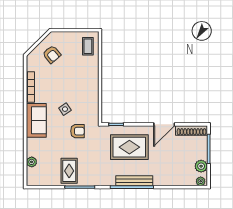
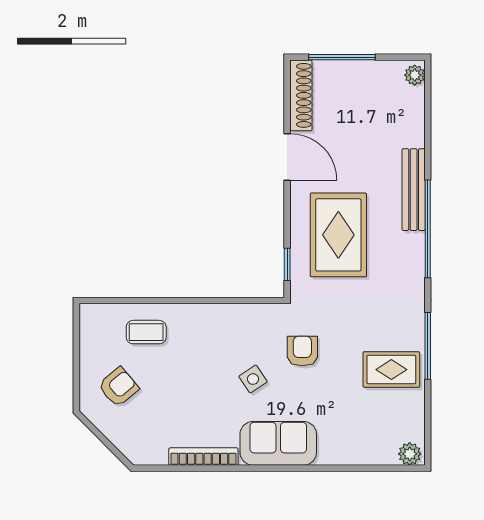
coffee table: (88, 46) -> (146, 332), moved
armchair: (52, 54) -> (118, 387), moved
plant: (32, 162) -> (410, 454), moved
plant: (201, 166) -> (381, 74), removed
bench: (134, 181) -> (414, 190), moved

